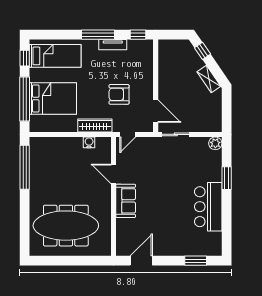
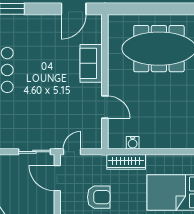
door: (128, 134) -> (72, 152), moved
sofa: (126, 201) -> (91, 63), moved

